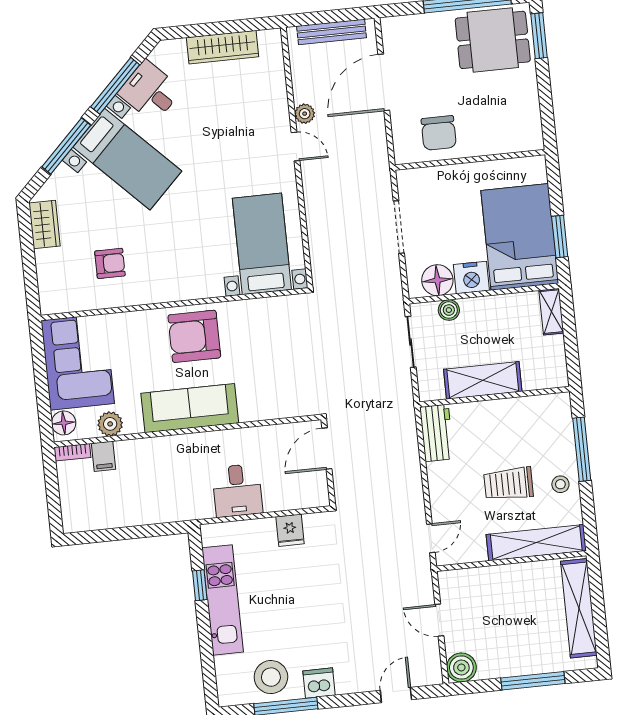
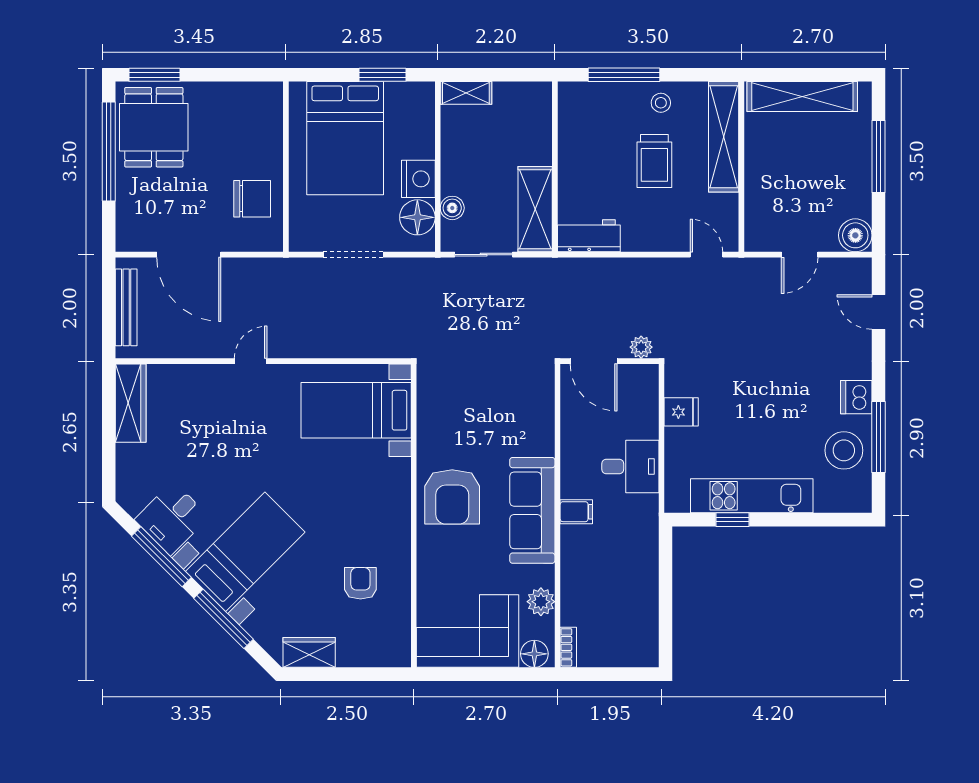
wardrobe: (223, 47) -> (131, 403), moved
plant: (305, 114) -> (641, 347), moved
bed: (520, 237) -> (345, 138), moved, turned -90
shelving: (483, 380) -> (535, 209), moved
filing cabinet: (103, 456) -> (576, 512), moved

